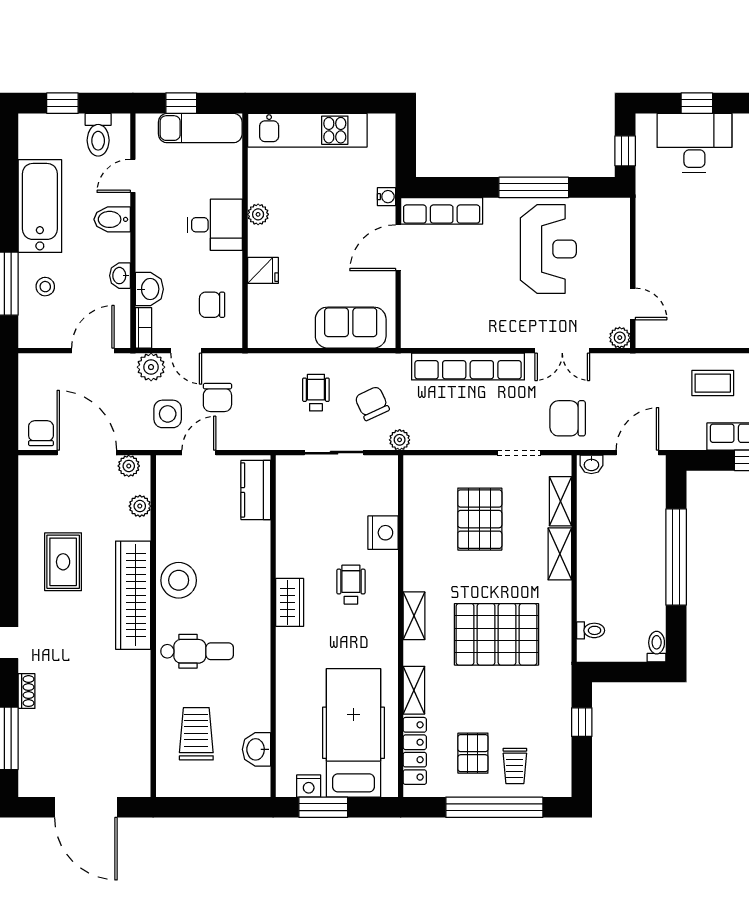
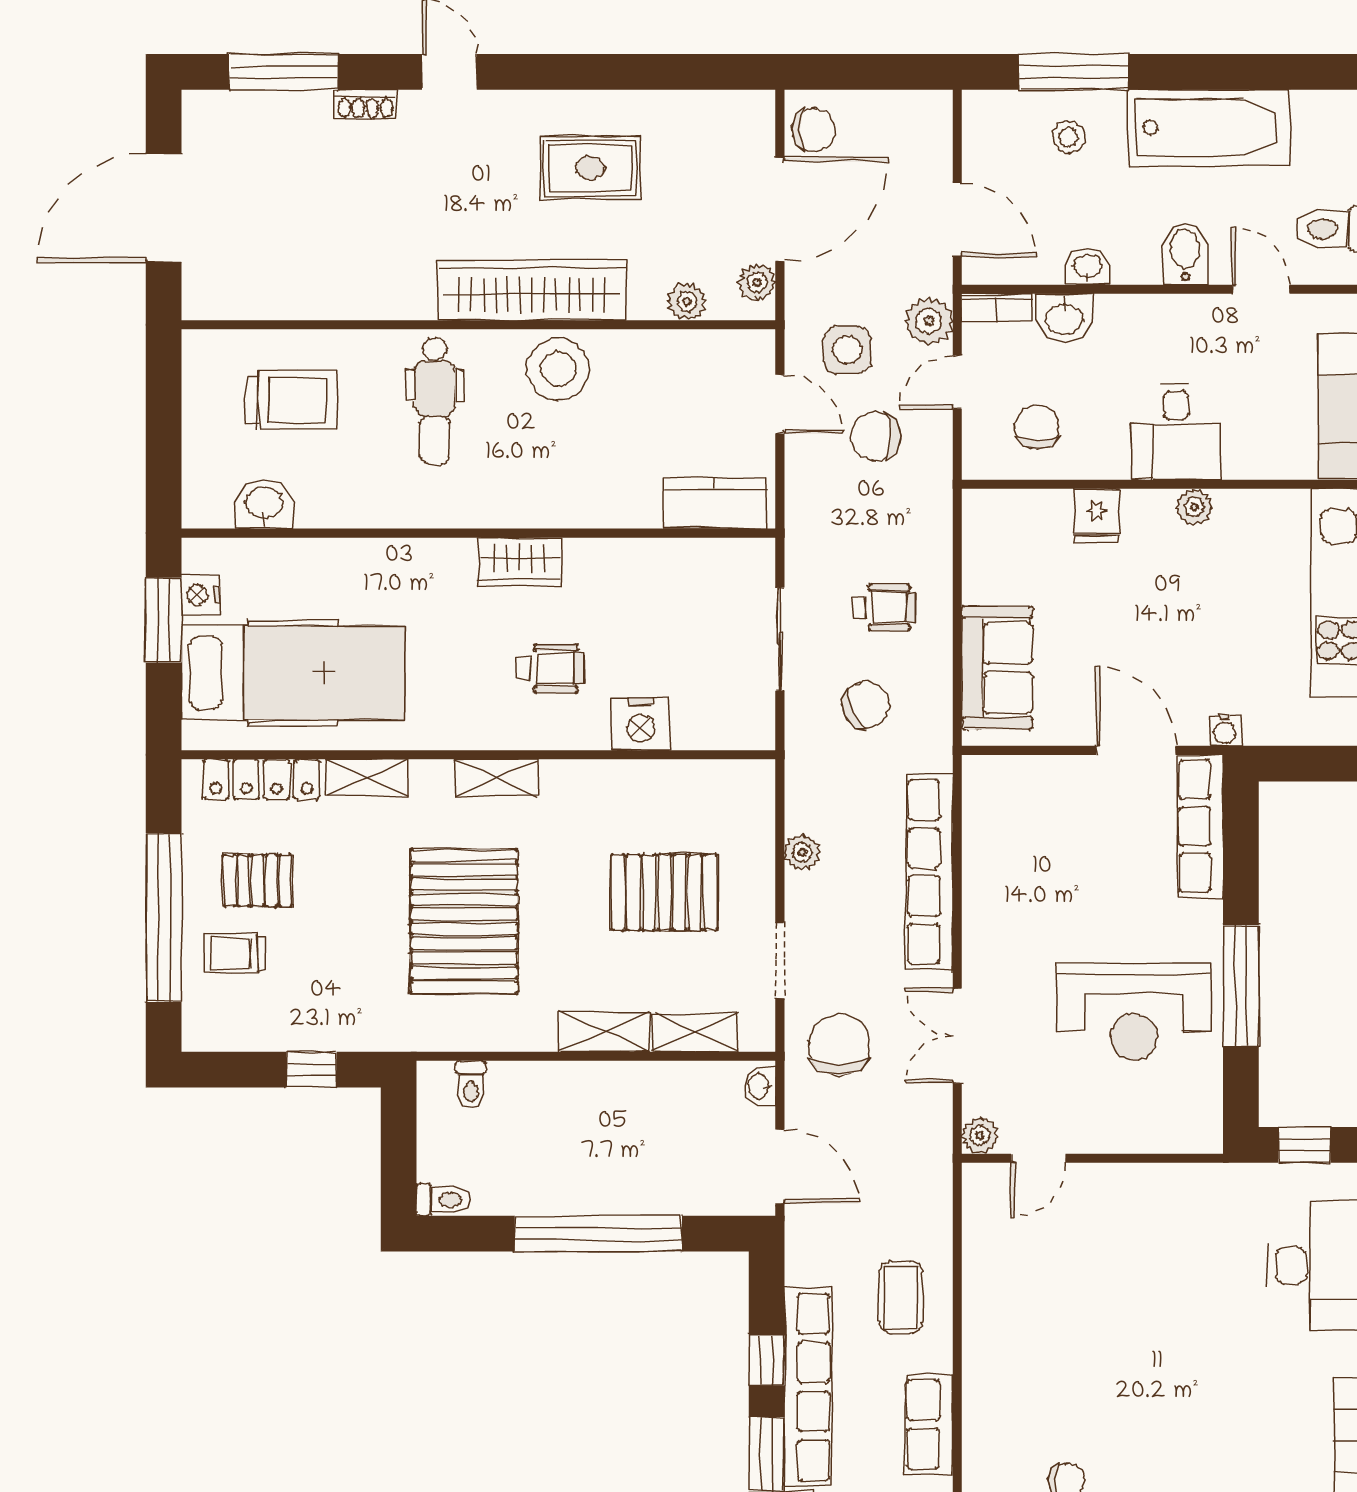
plant: (400, 440) -> (802, 852), moved

